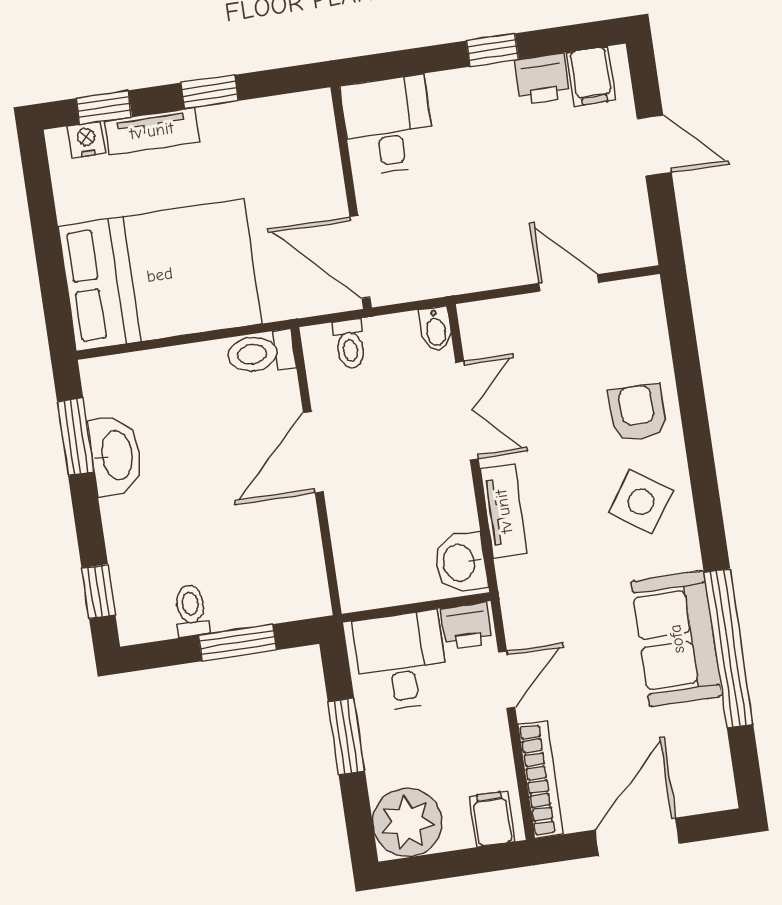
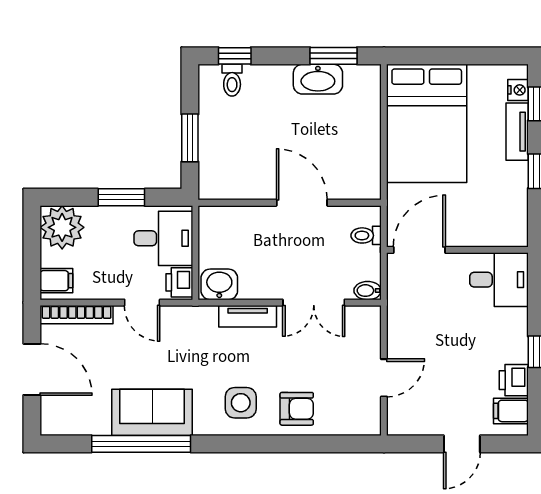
toilet: (261, 353) -> (369, 179), removed
side table: (641, 502) -> (241, 403), turned -35
toilet: (191, 611) -> (232, 80), moved, turned 90

